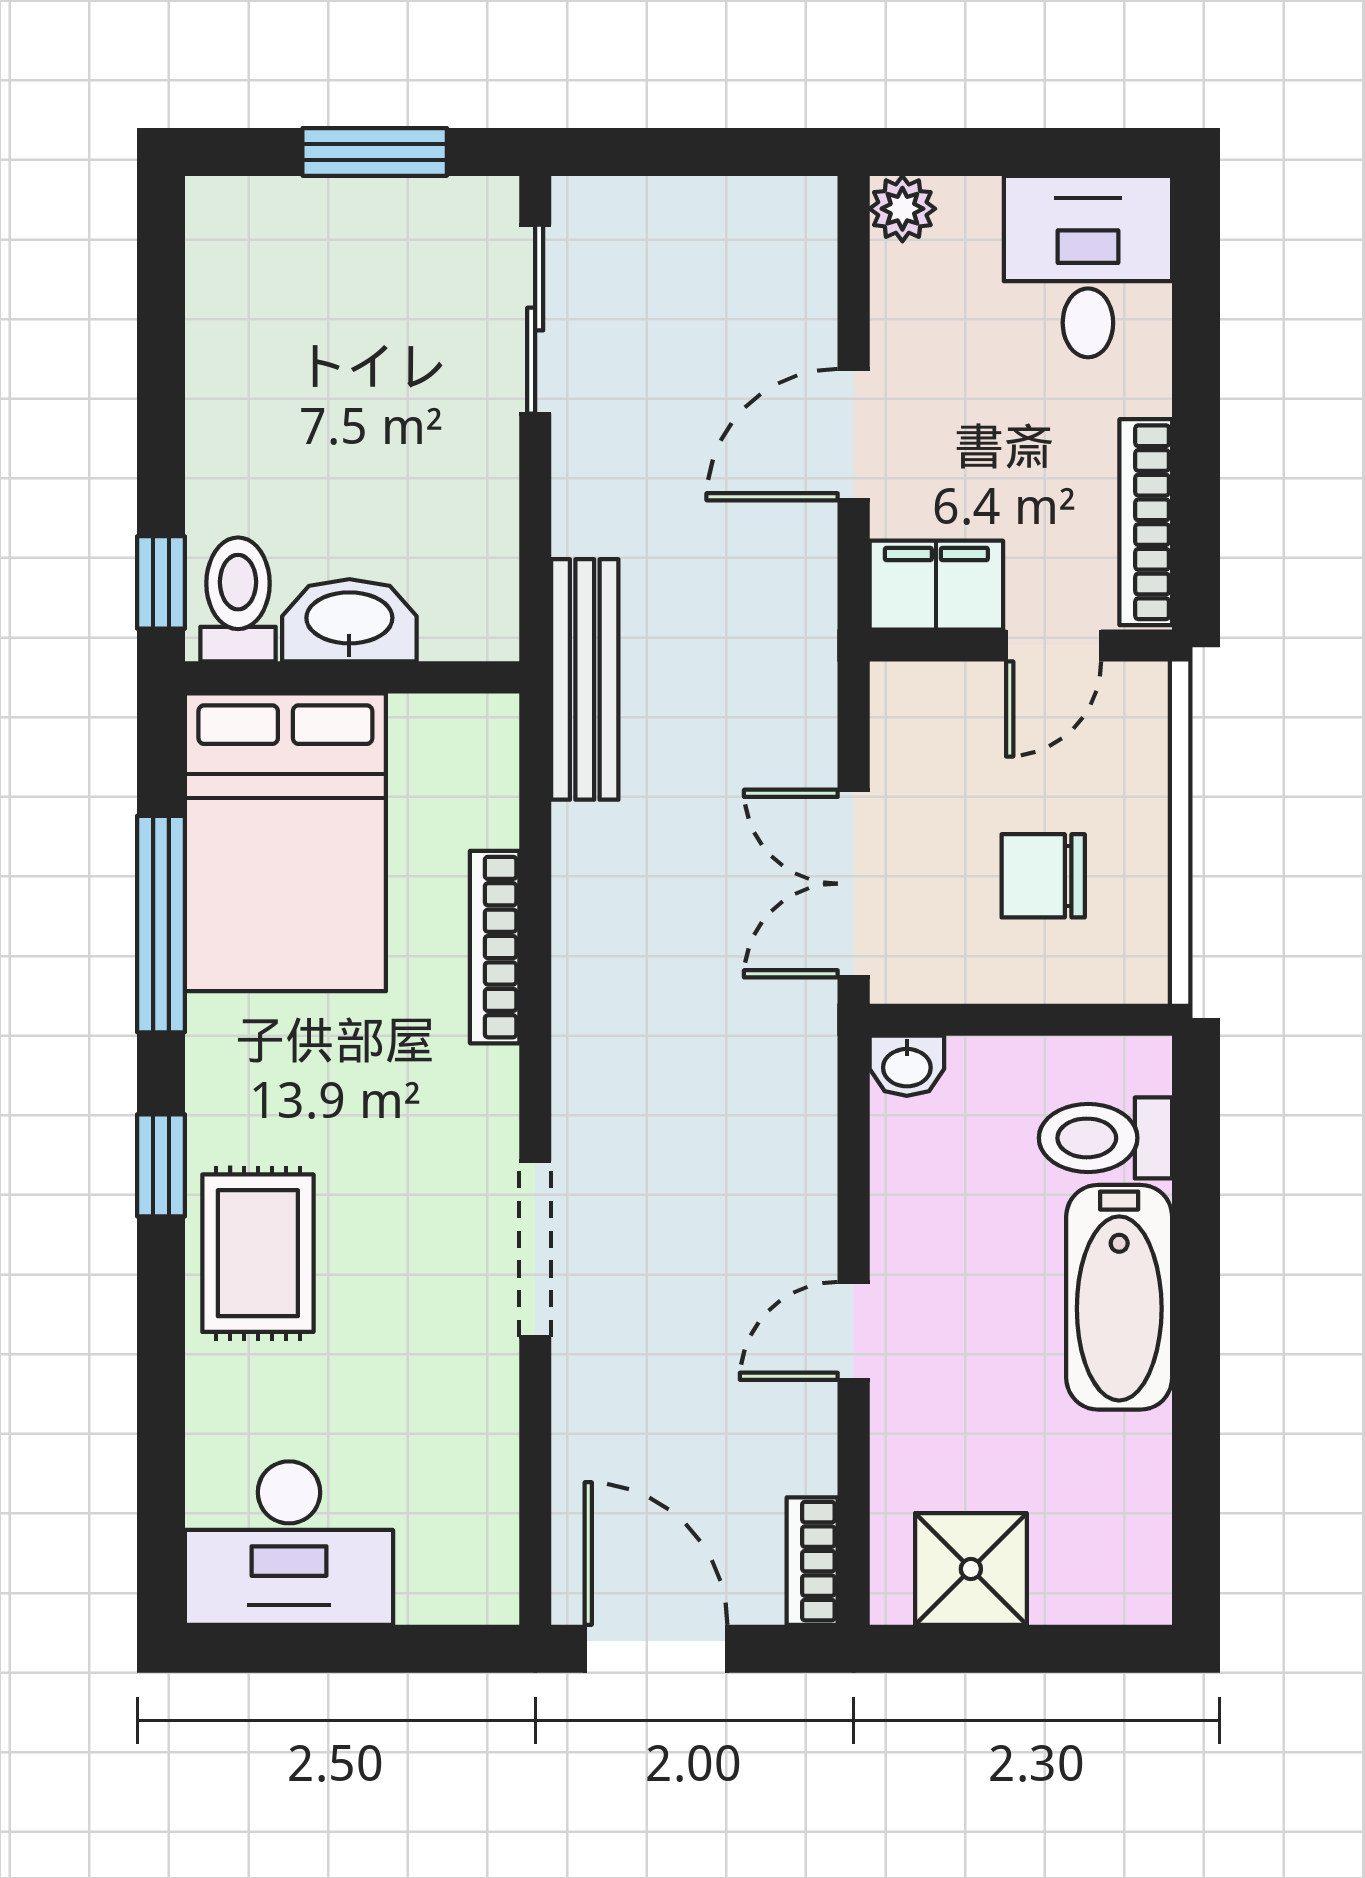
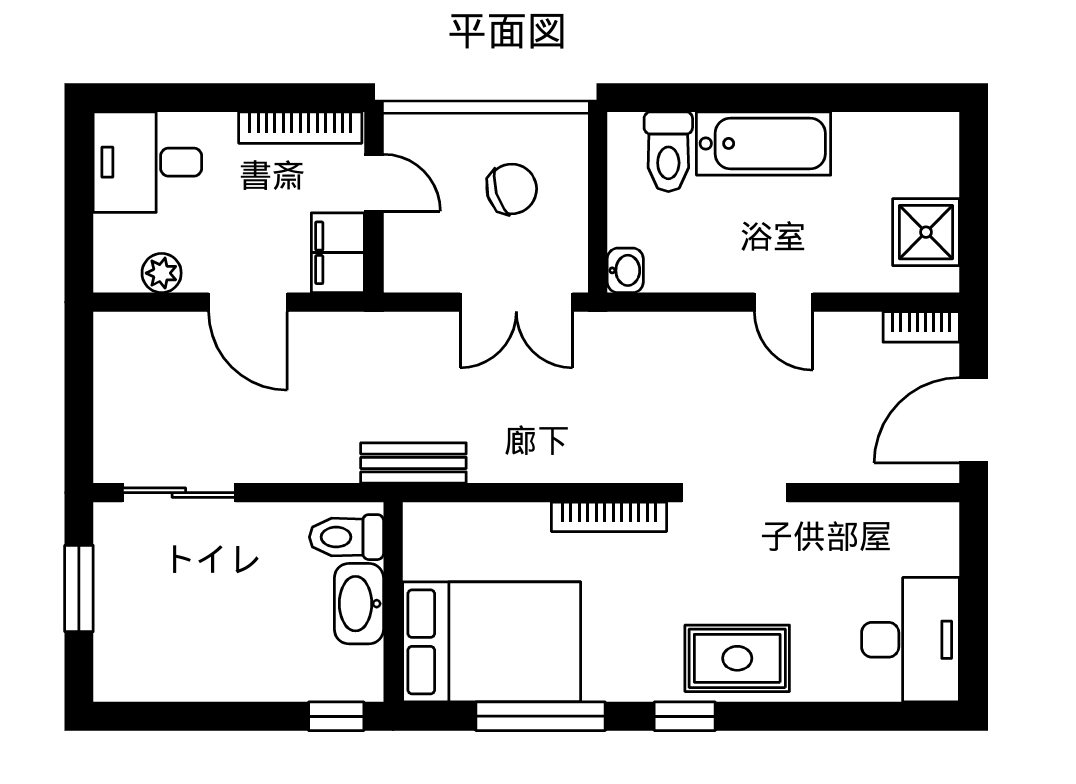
plant: (902, 209) -> (162, 273), moved
toilet: (238, 599) -> (346, 537), moved
bench: (585, 679) -> (413, 463), width x0.73
chair: (1043, 876) -> (512, 189), turned -107
bookcase: (495, 947) -> (609, 517), moved

